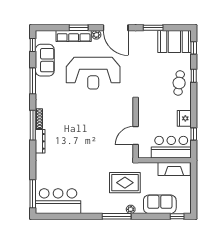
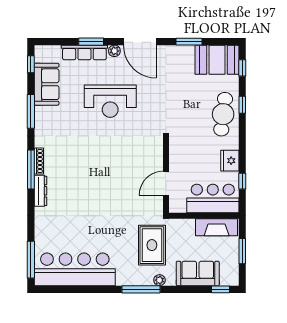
reception desk: (93, 73) -> (110, 101), width x0.74, depth x0.77
cafe table: (179, 83) -> (223, 114), width x1.37, depth x1.35
rug: (125, 183) -> (152, 245), turned 90
window: (194, 187) -> (242, 251), added
bar counter: (58, 201) -> (75, 269), width x1.36

